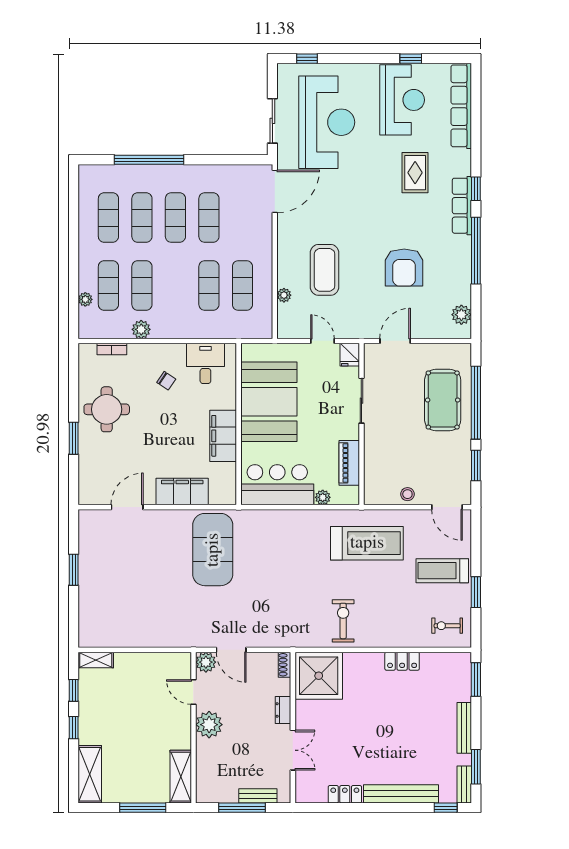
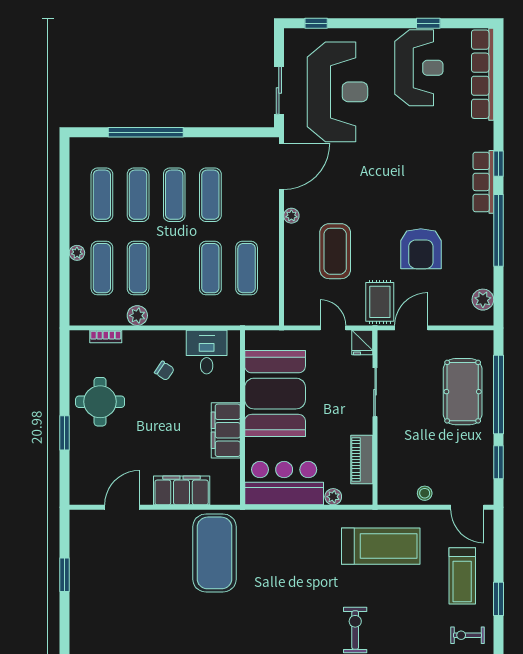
rug: (415, 173) -> (380, 302), moved
plant: (284, 295) -> (291, 216), moved
plant: (85, 299) -> (77, 253), moved
treadmill: (442, 571) -> (462, 576), turned -90

